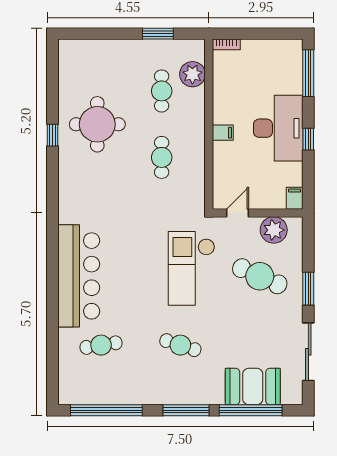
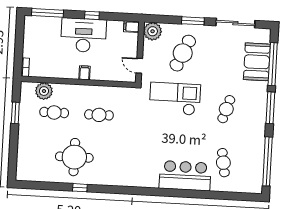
plant: (274, 230) -> (153, 31), moved
checkout: (192, 268) -> (175, 99), turned 180
bar counter: (79, 276) -> (185, 176), width x0.73

